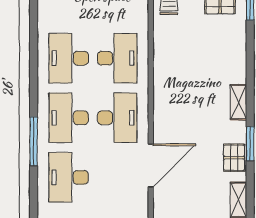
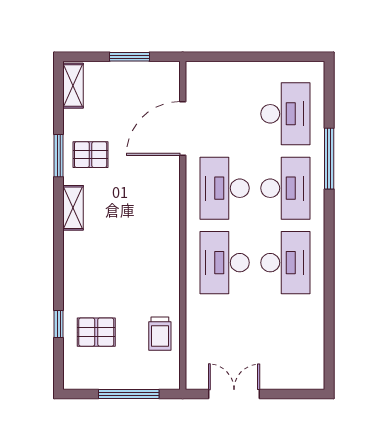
pallet: (234, 158) -> (91, 155), moved, turned 90

